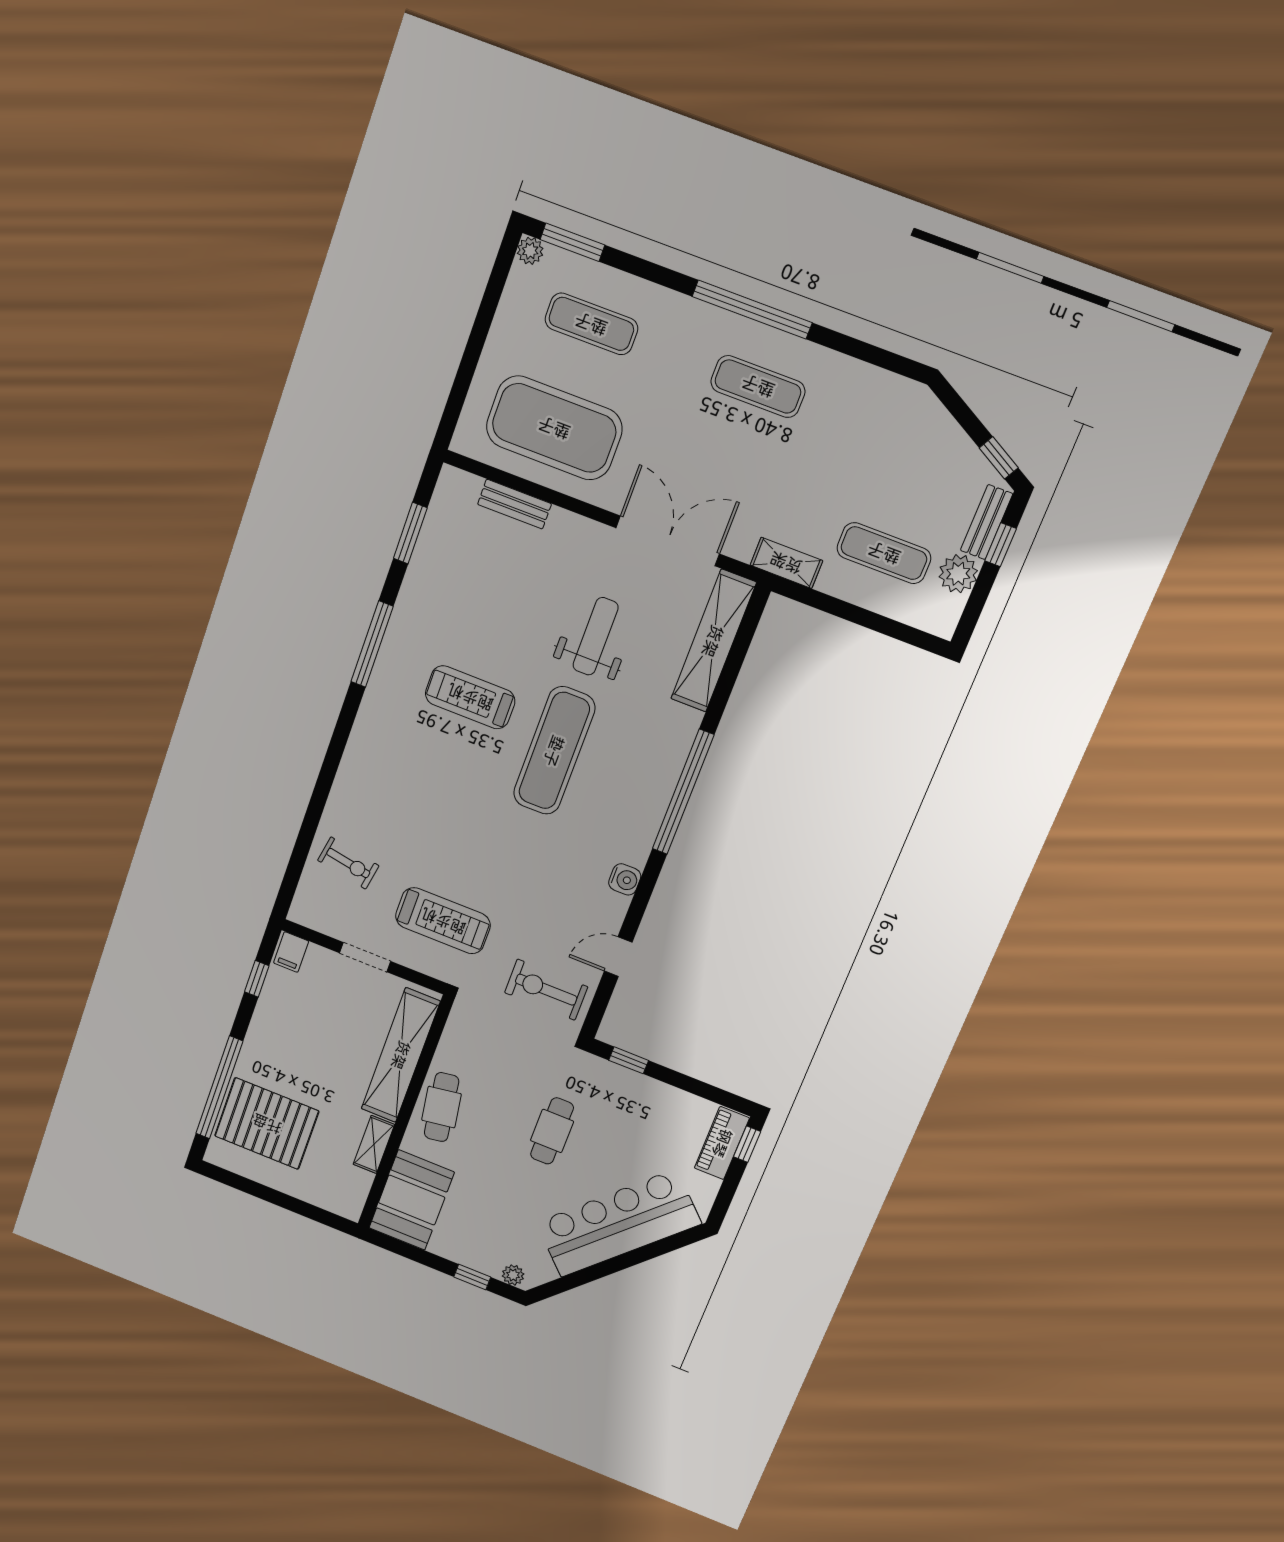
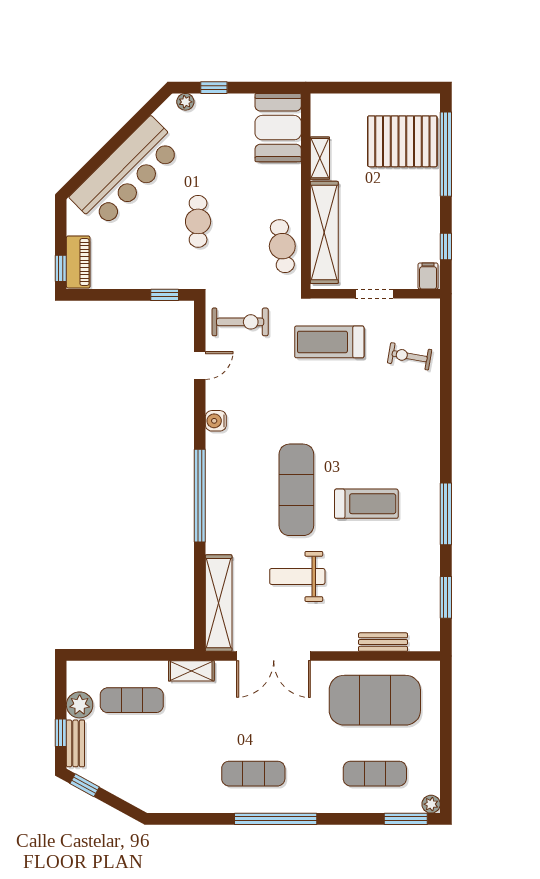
weight bench: (596, 636) -> (297, 576), turned 90
cafe table: (442, 1107) -> (282, 246), moved

